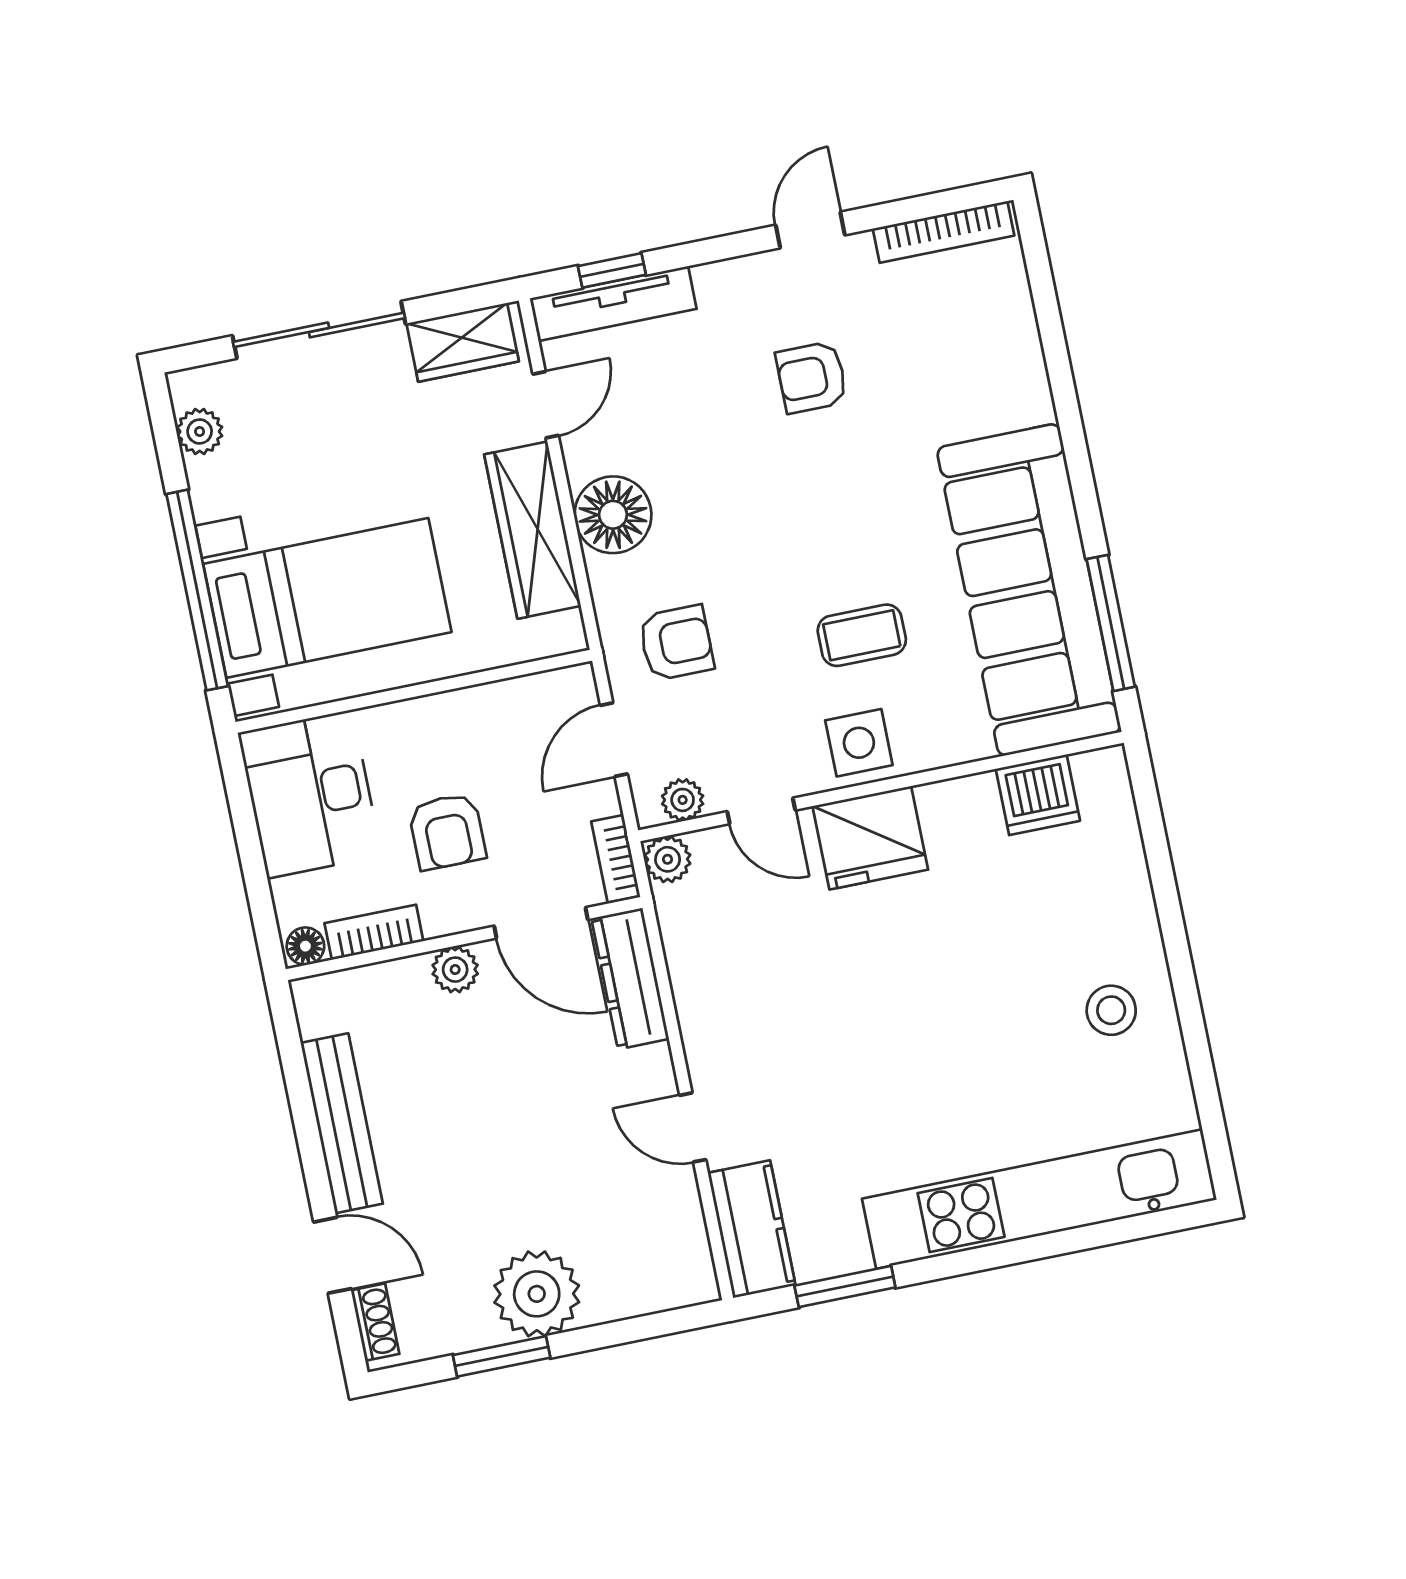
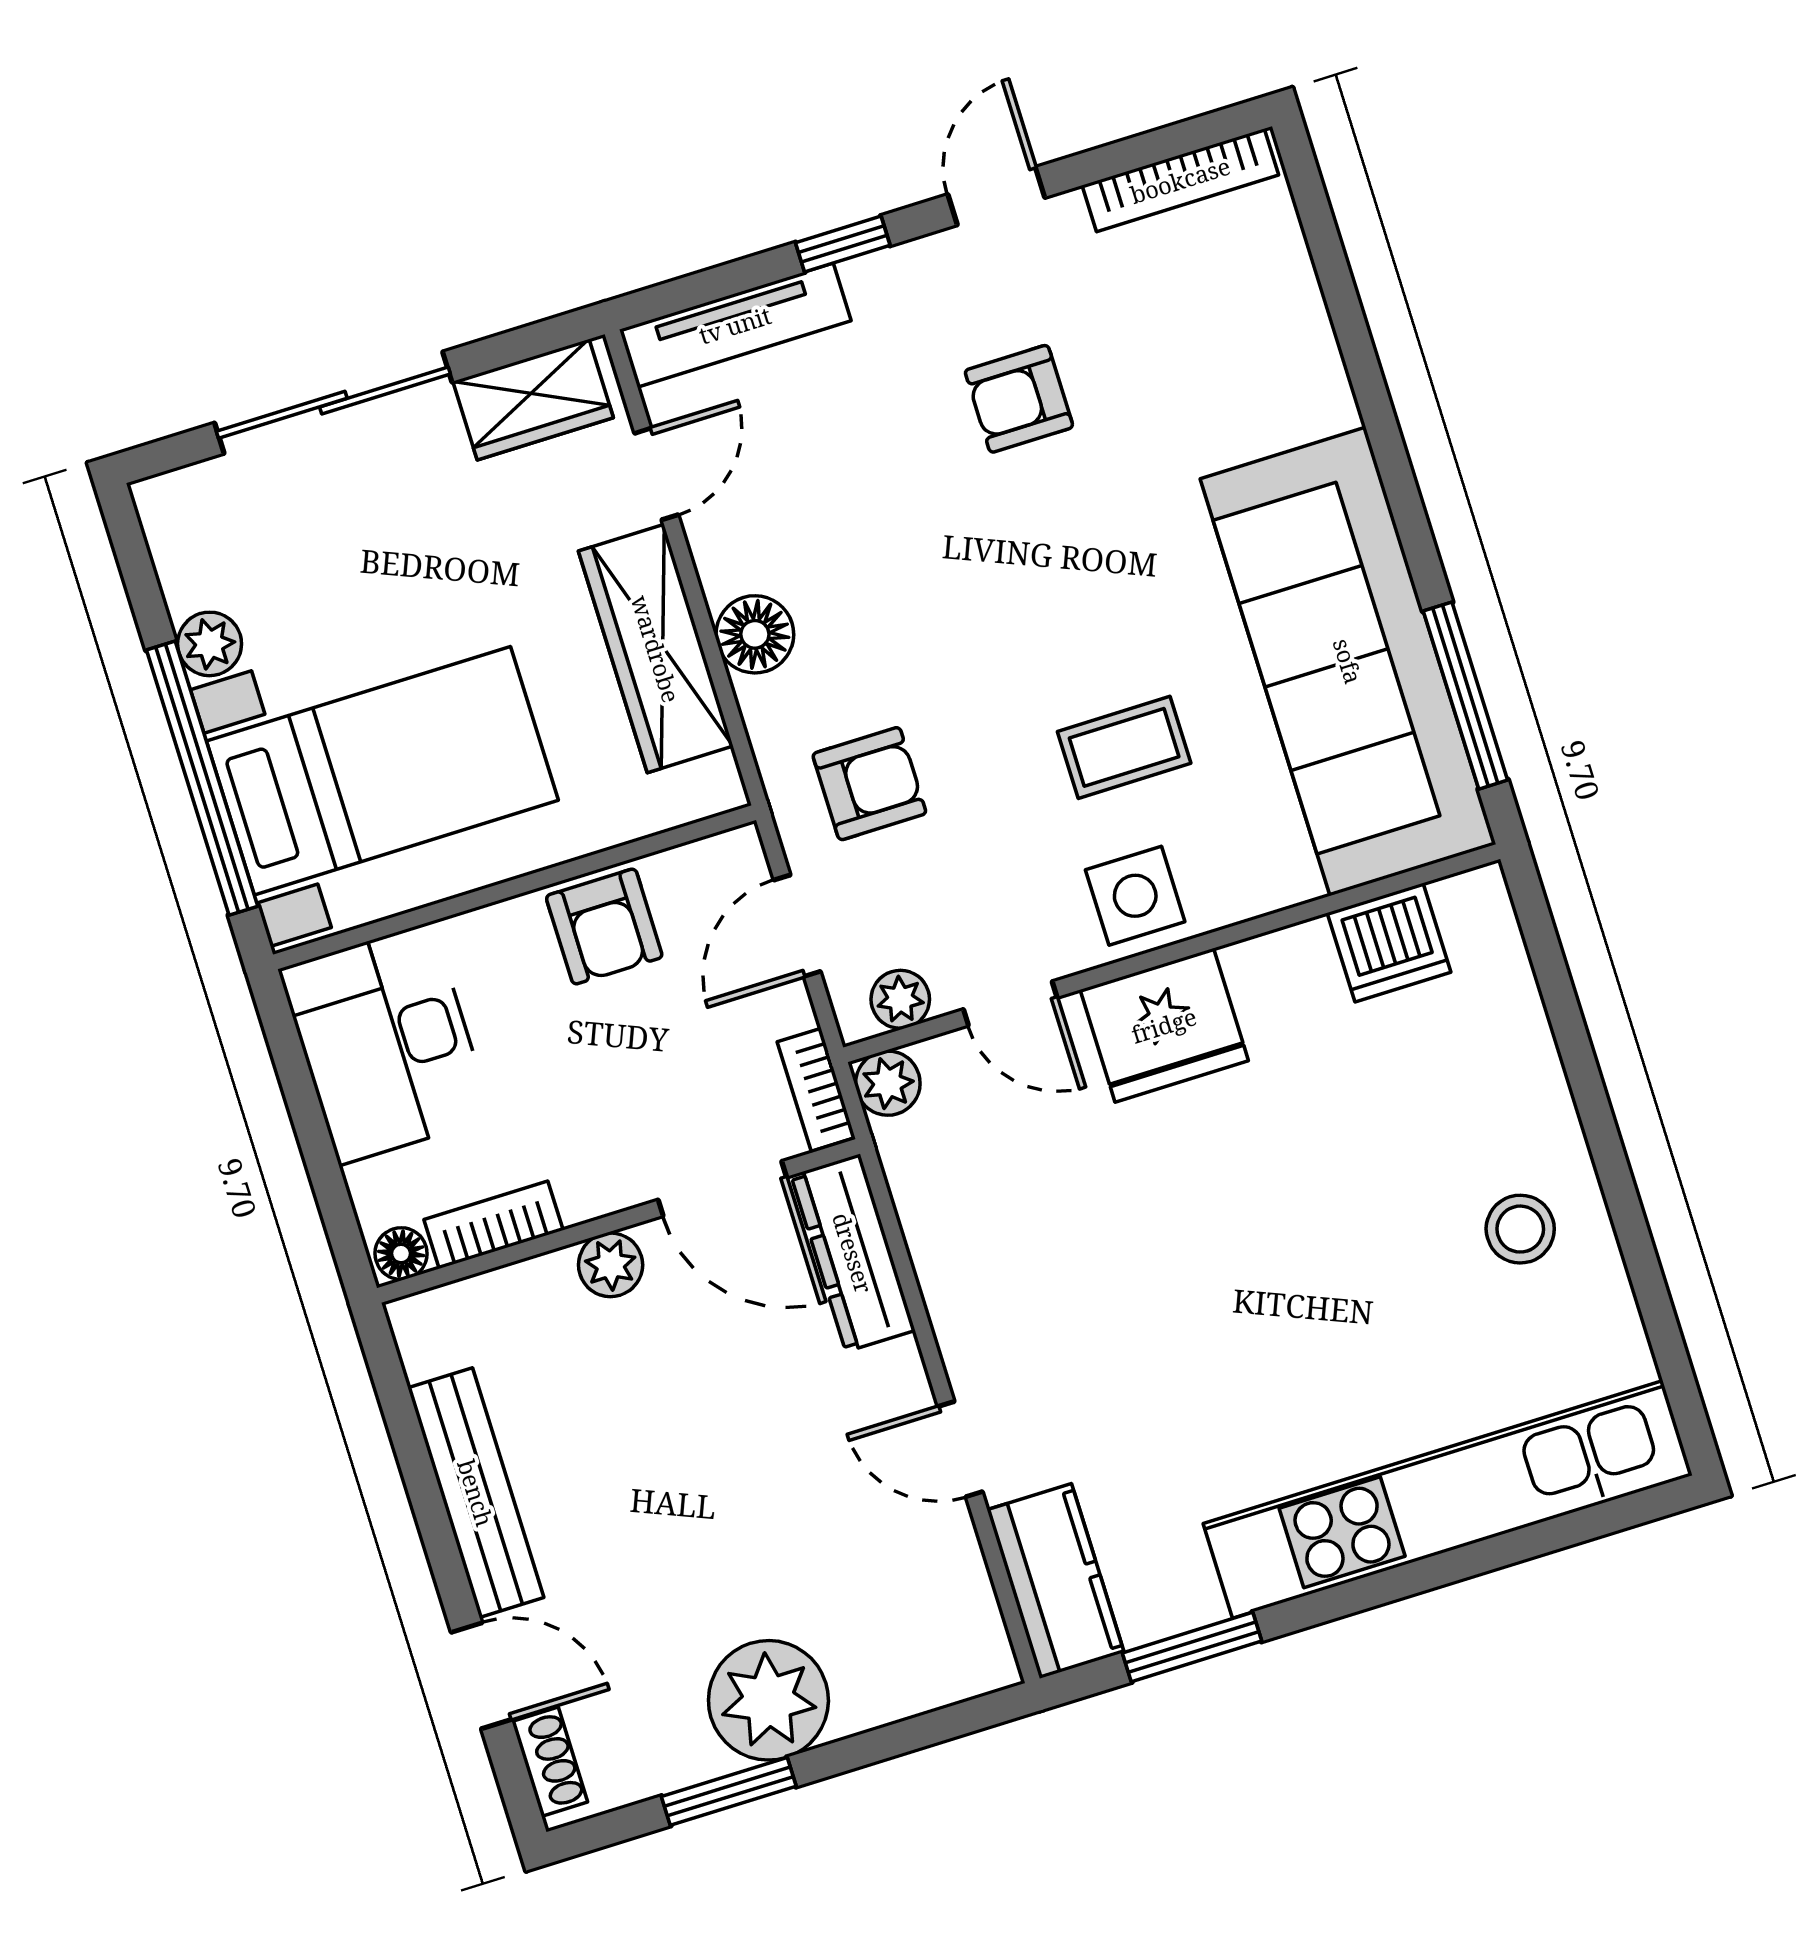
window: (612, 270) -> (843, 244), moved
plant: (200, 431) -> (210, 644), moved
floor lamp: (613, 515) -> (755, 634), width x0.73, depth x0.73
armchair: (447, 832) -> (604, 927), moved

